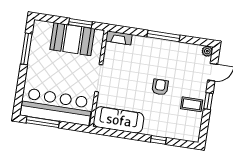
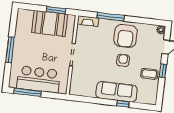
window: (164, 36) -> (111, 17), moved
window: (26, 49) -> (10, 50), moved
armchair: (164, 57) -> (126, 36), added
bar counter: (56, 107) -> (38, 79), width x0.73
sofa: (119, 120) -> (117, 92), moved

